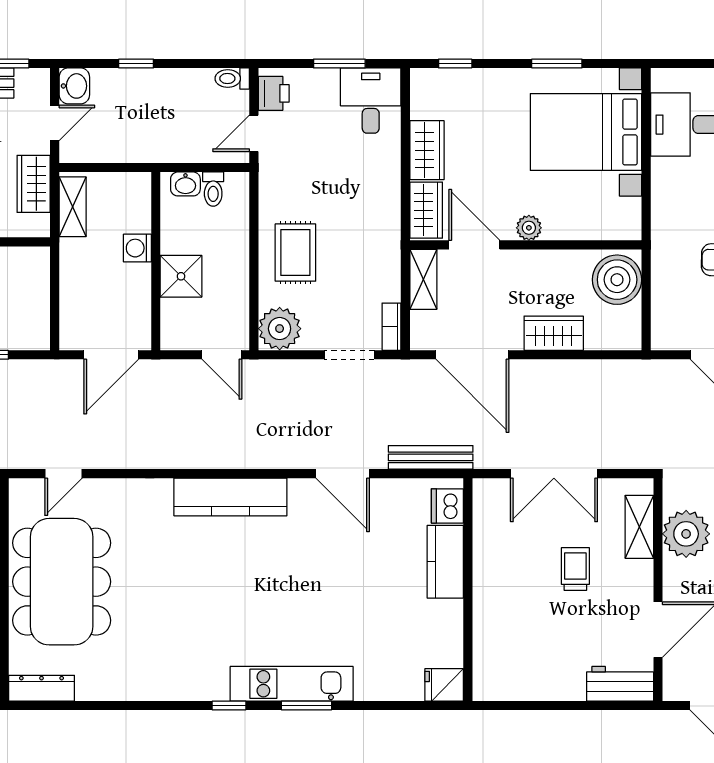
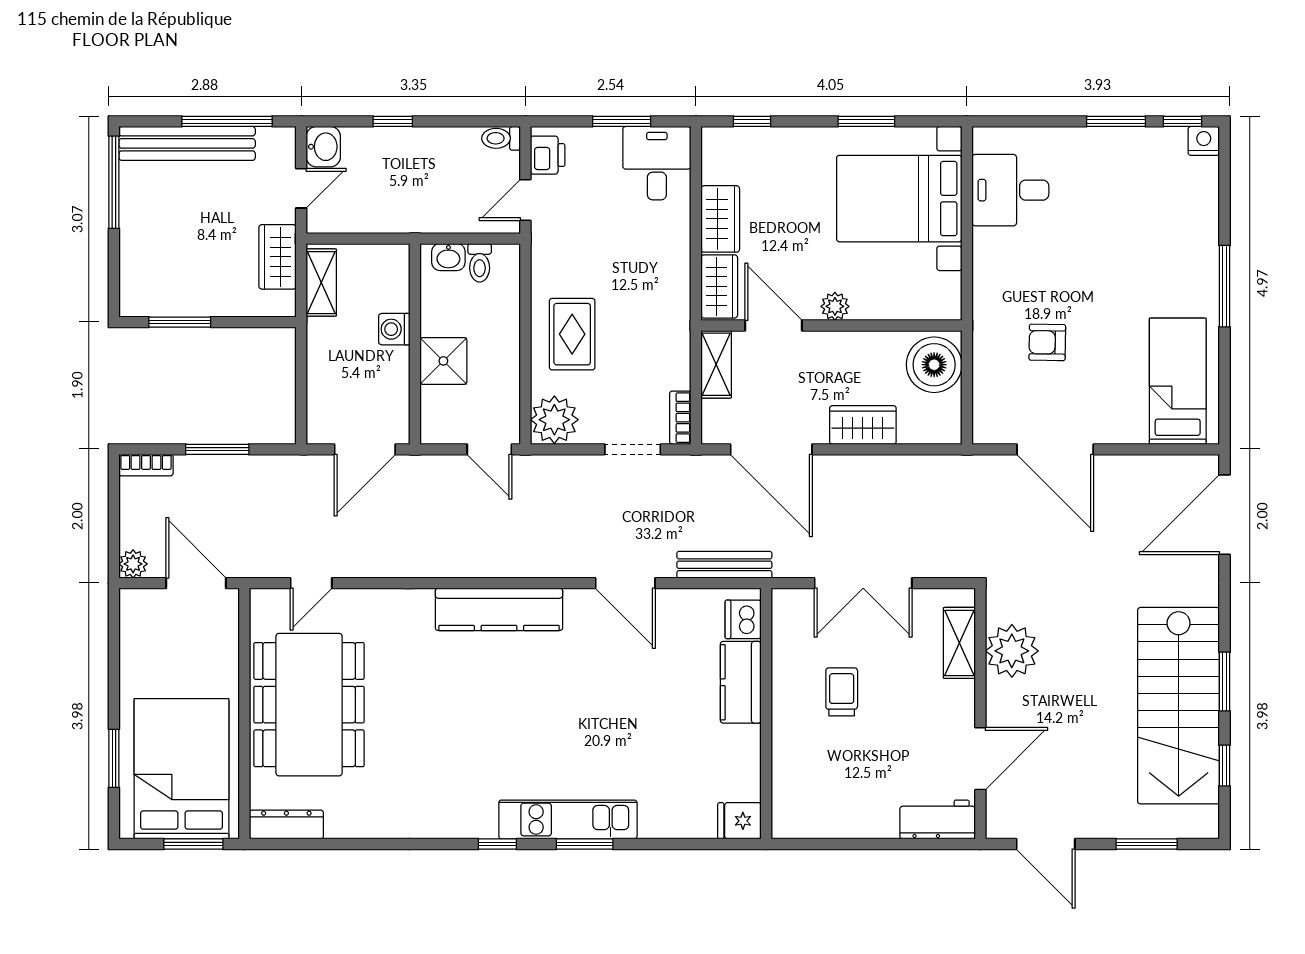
trolley: (575, 569) -> (842, 692), moved

